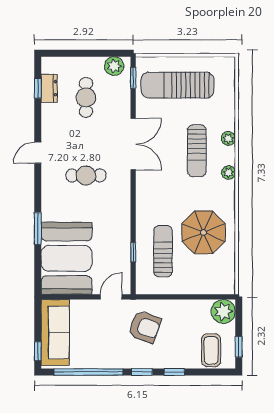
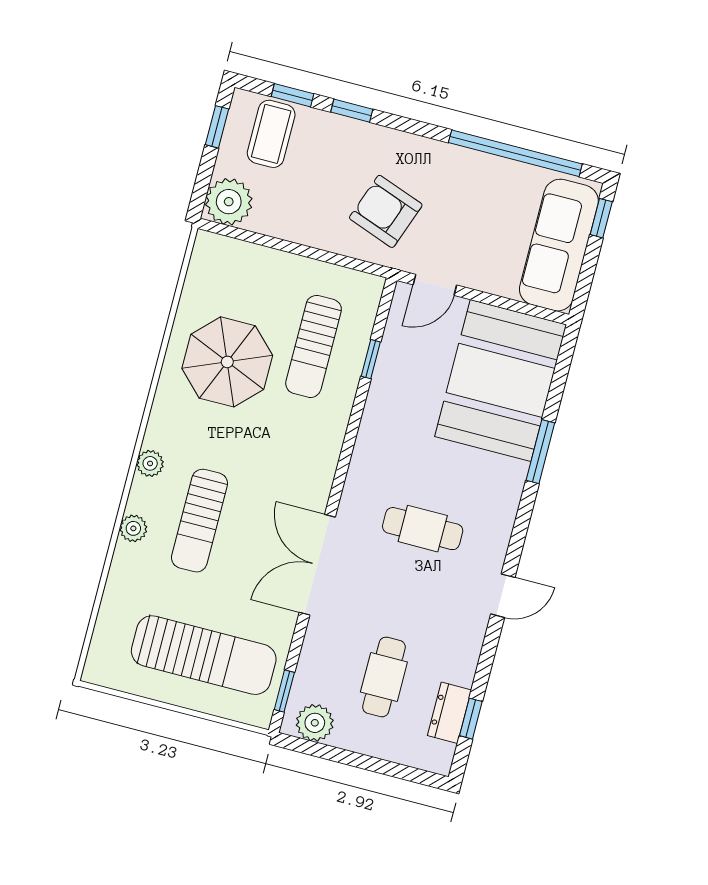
sun lounger: (197, 151) -> (199, 521), turned 180
window: (142, 372) -> (293, 95), moved

